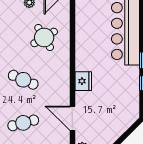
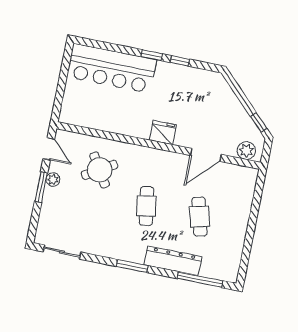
cafe table: (23, 80) -> (146, 206), turned -33

